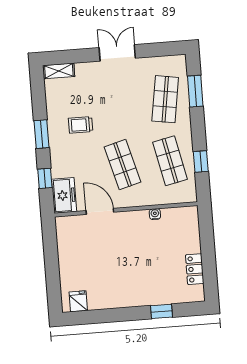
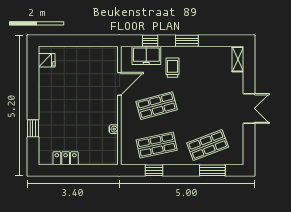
shop shelf: (165, 99) -> (208, 145), turned -30
trolley: (81, 125) -> (173, 68), moved
freezer: (64, 195) -> (146, 55), moved

